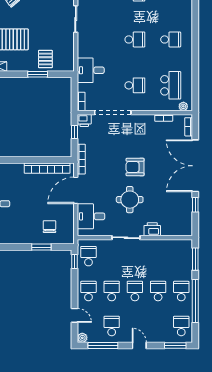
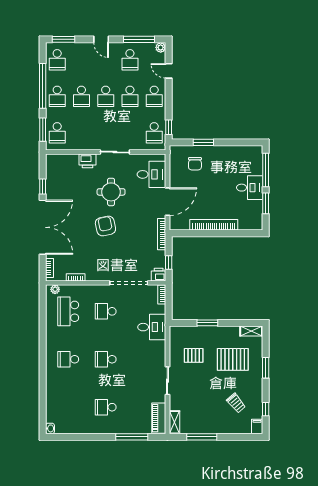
pallet: (45, 59) -> (194, 355), moved, turned 90
armchair: (135, 167) -> (105, 226), turned -102
bookcase: (47, 168) -> (214, 225), moved
school desk: (181, 256) -> (57, 133), added

